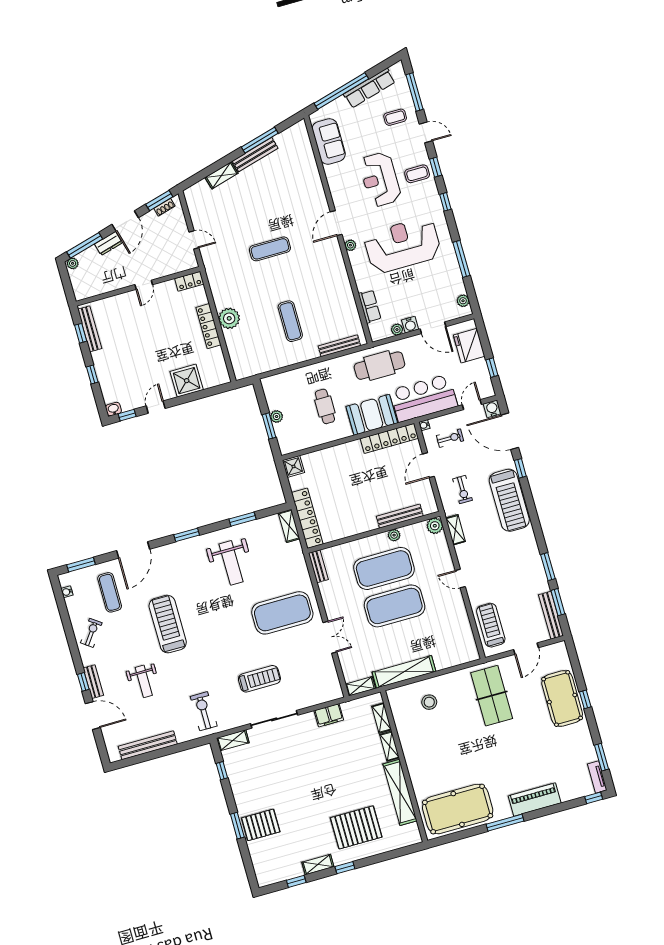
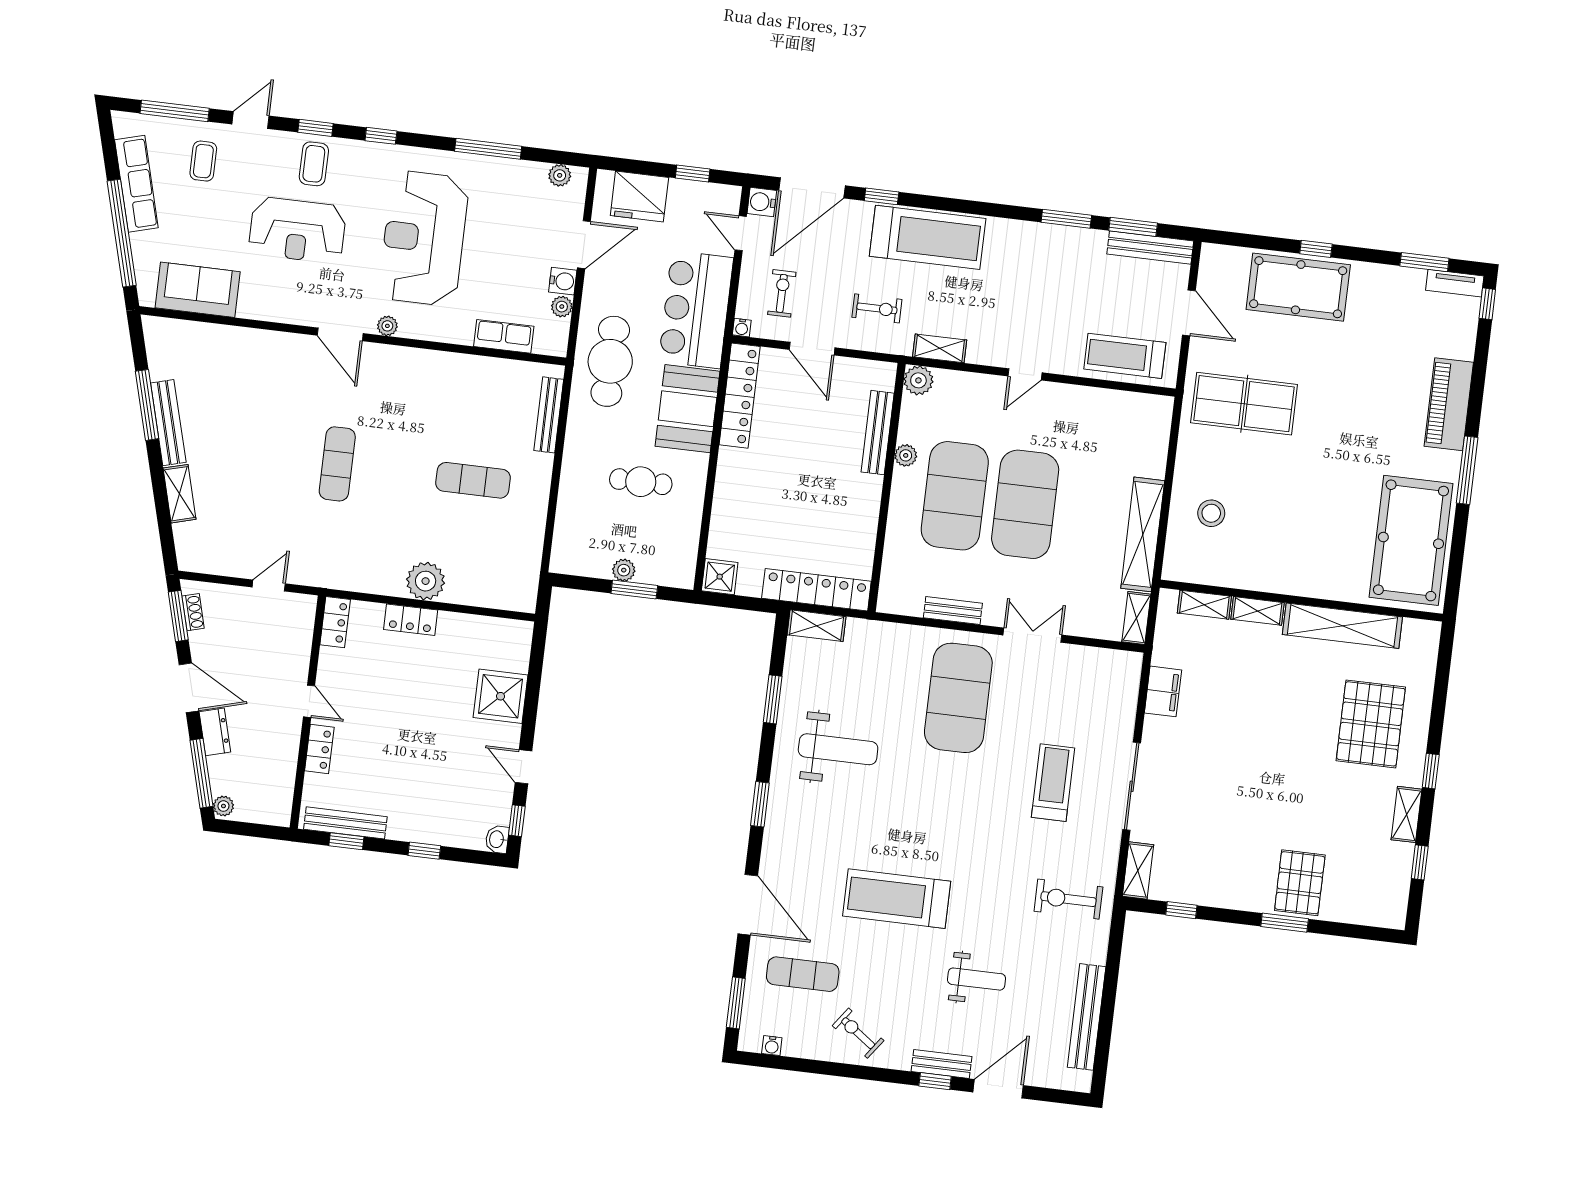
locker: (122, 300) -> (319, 749), added
locker: (208, 326) -> (411, 620), width x0.66
bench: (318, 566) -> (953, 610), moved

